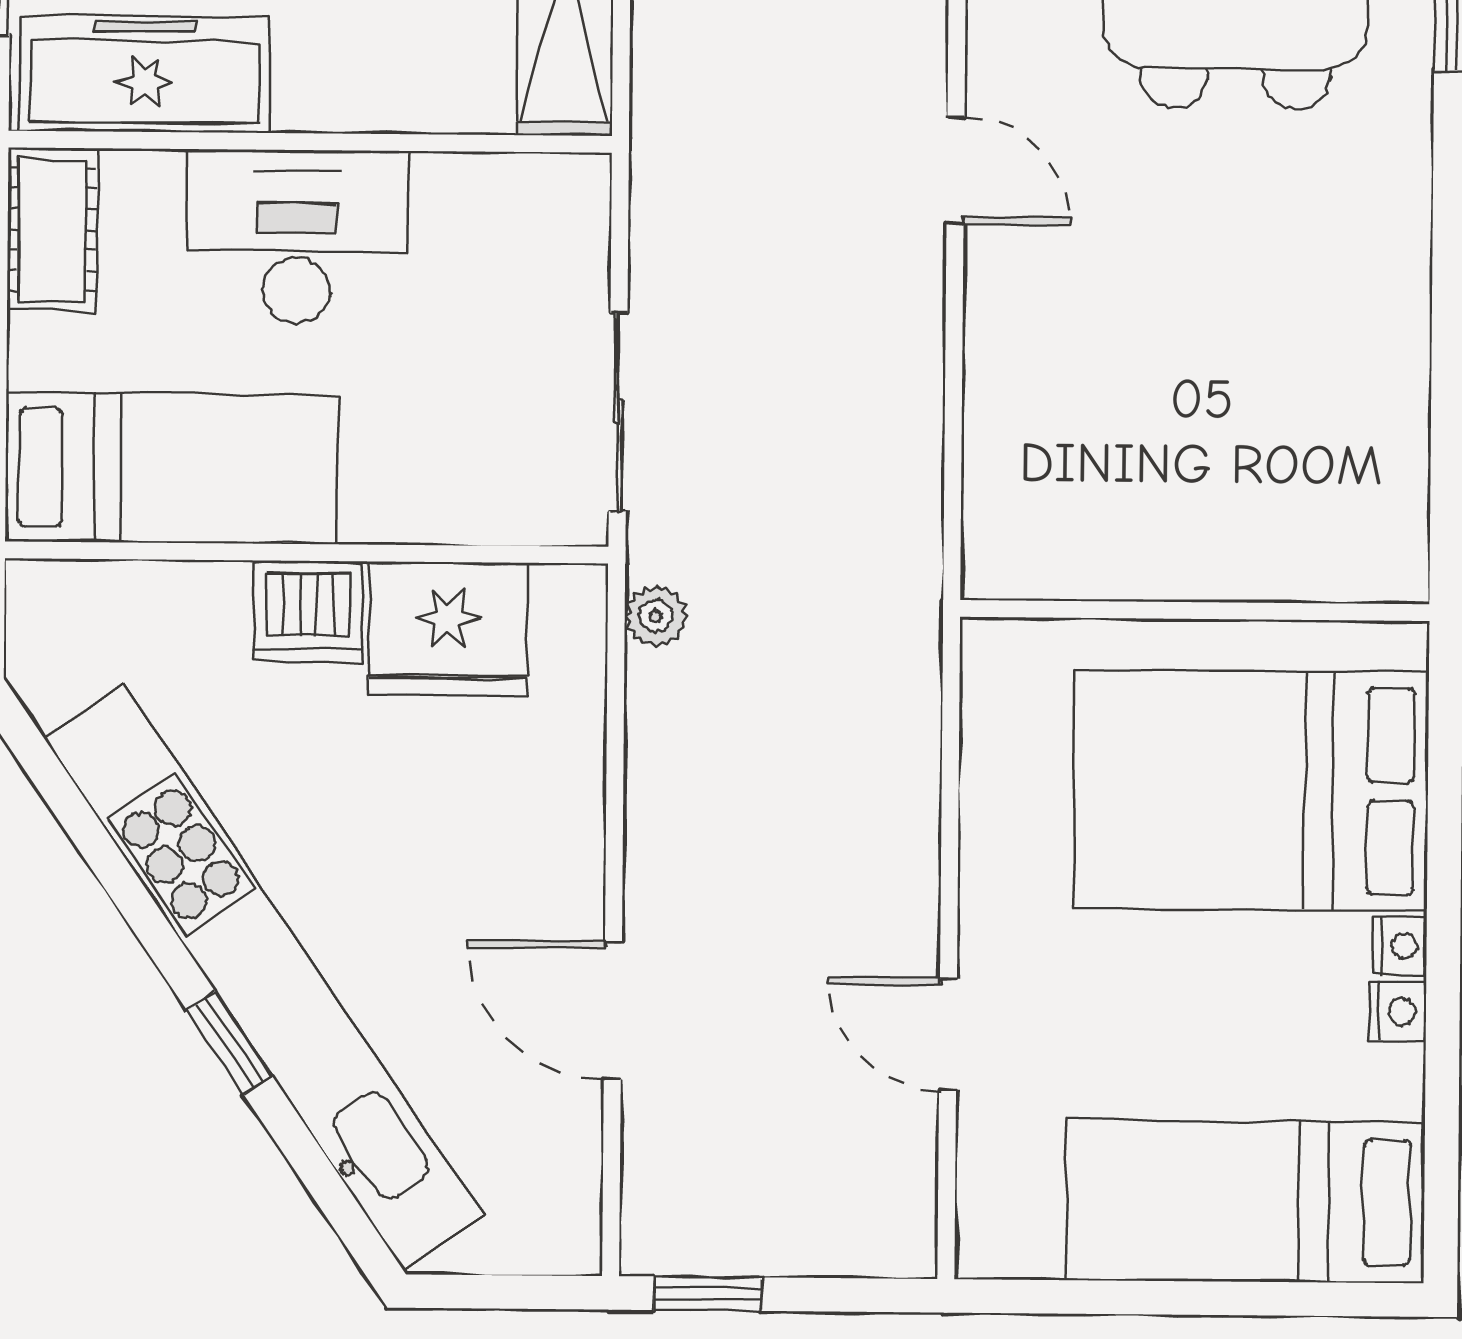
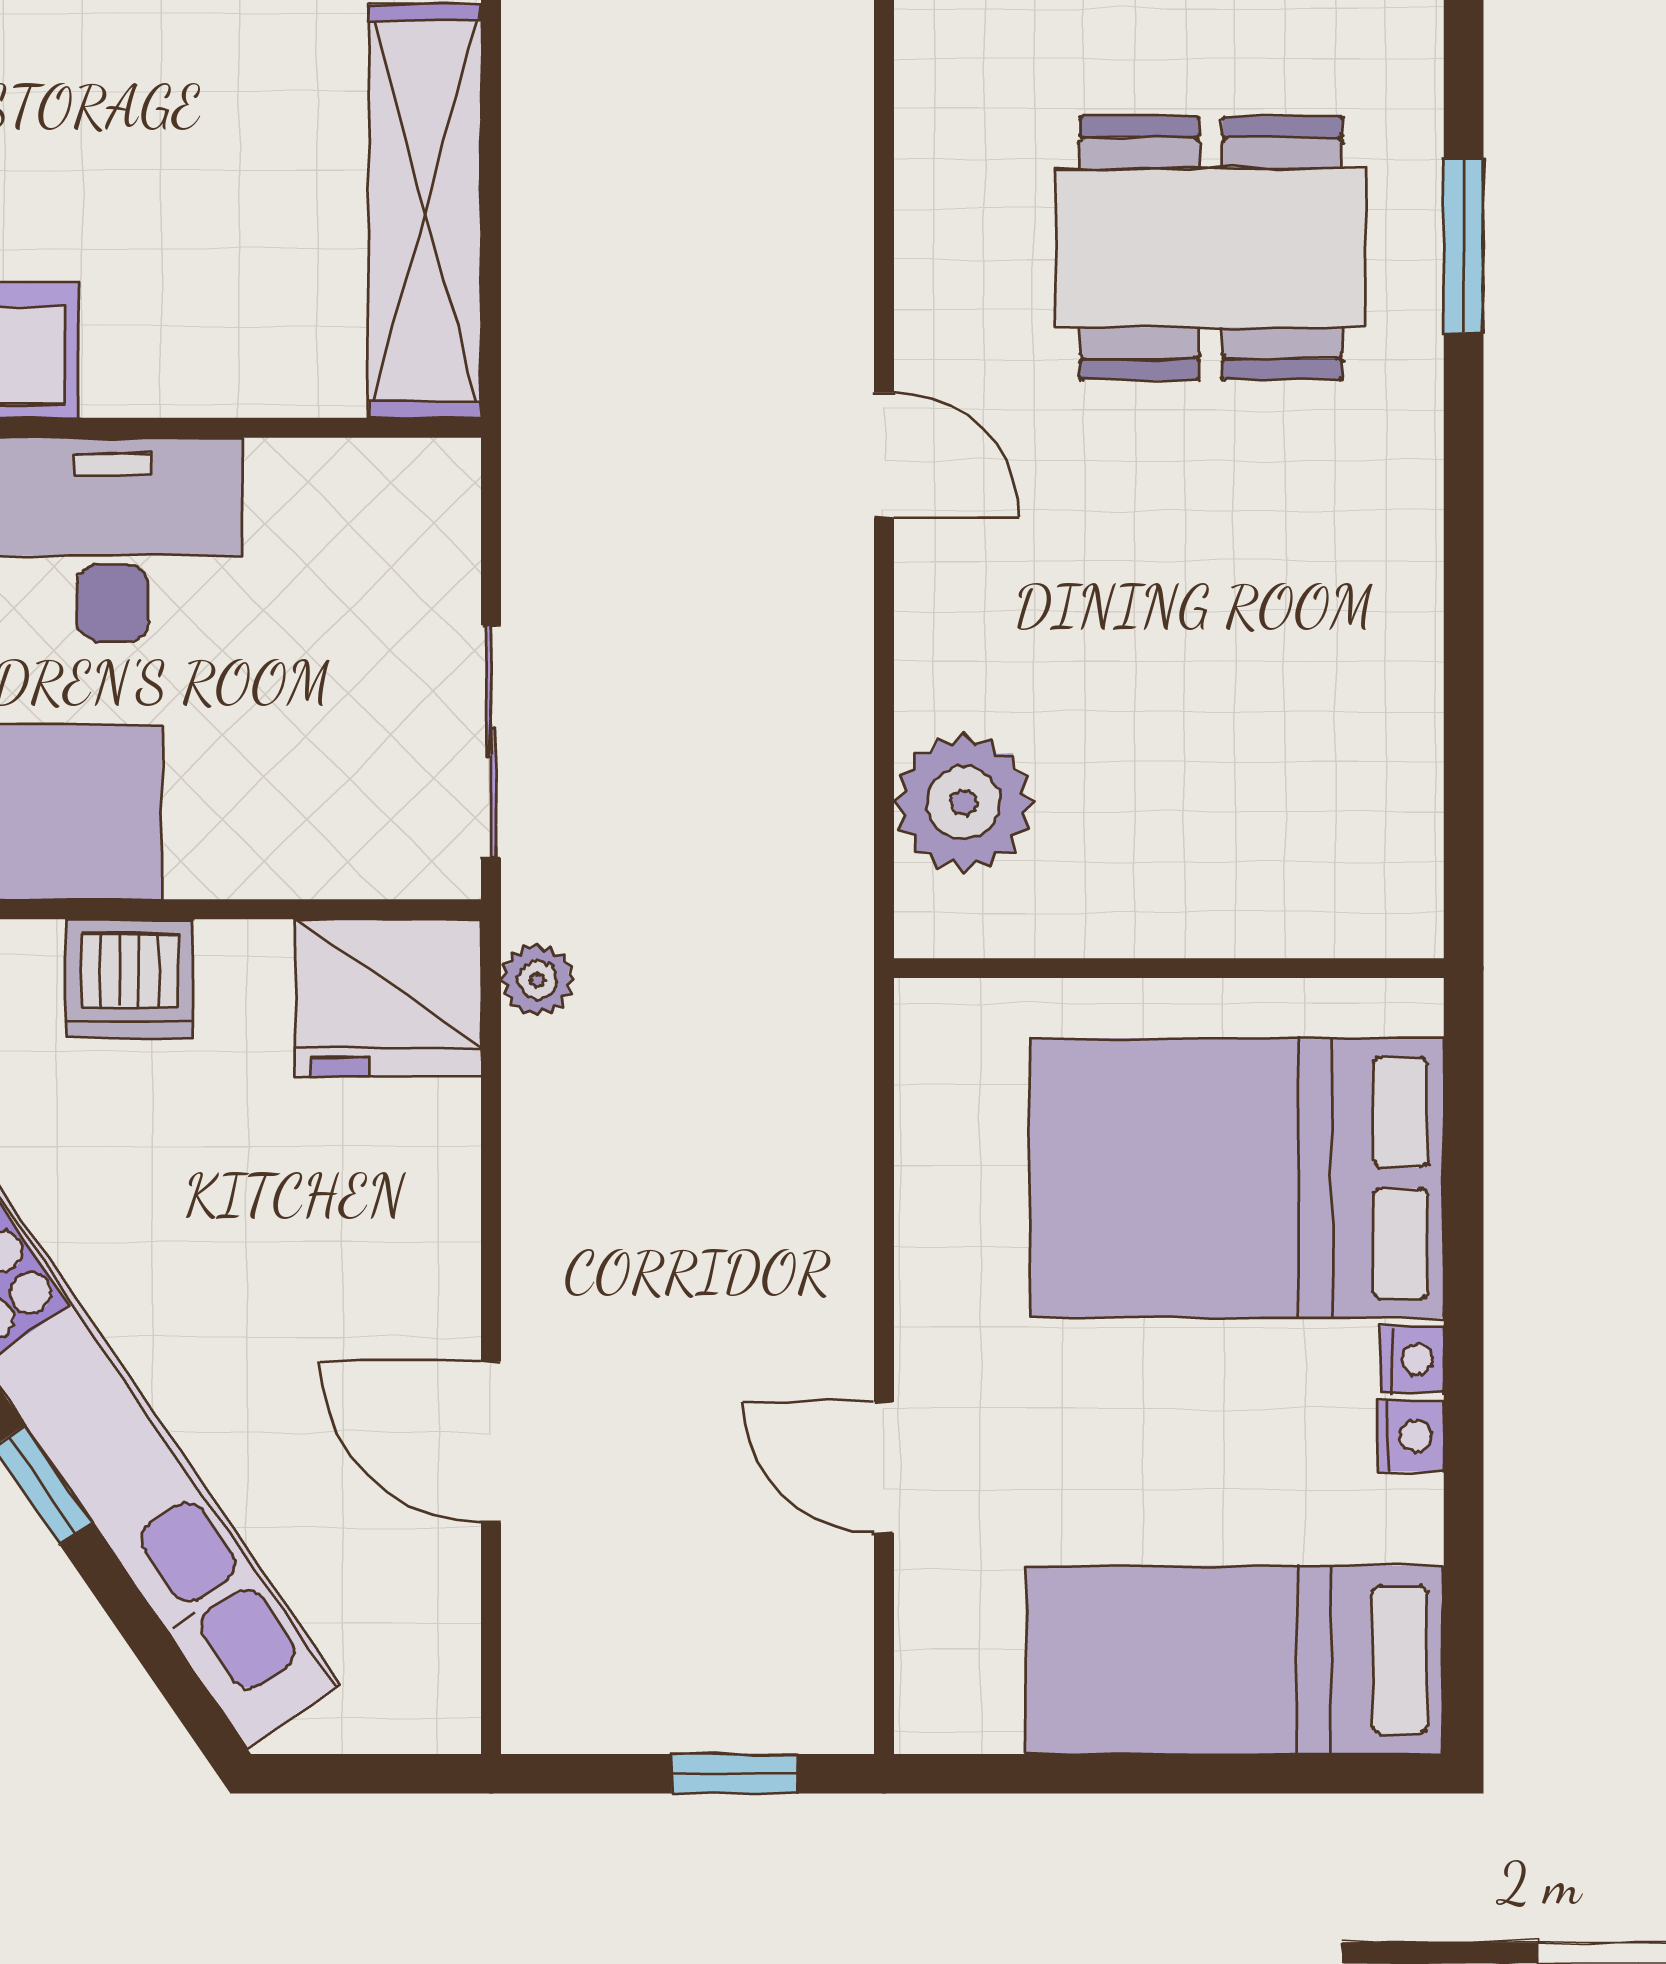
plant: (1021, 468) -> (964, 803), added
fridge: (448, 629) -> (388, 998), moved
window: (707, 1294) -> (734, 1774), moved

